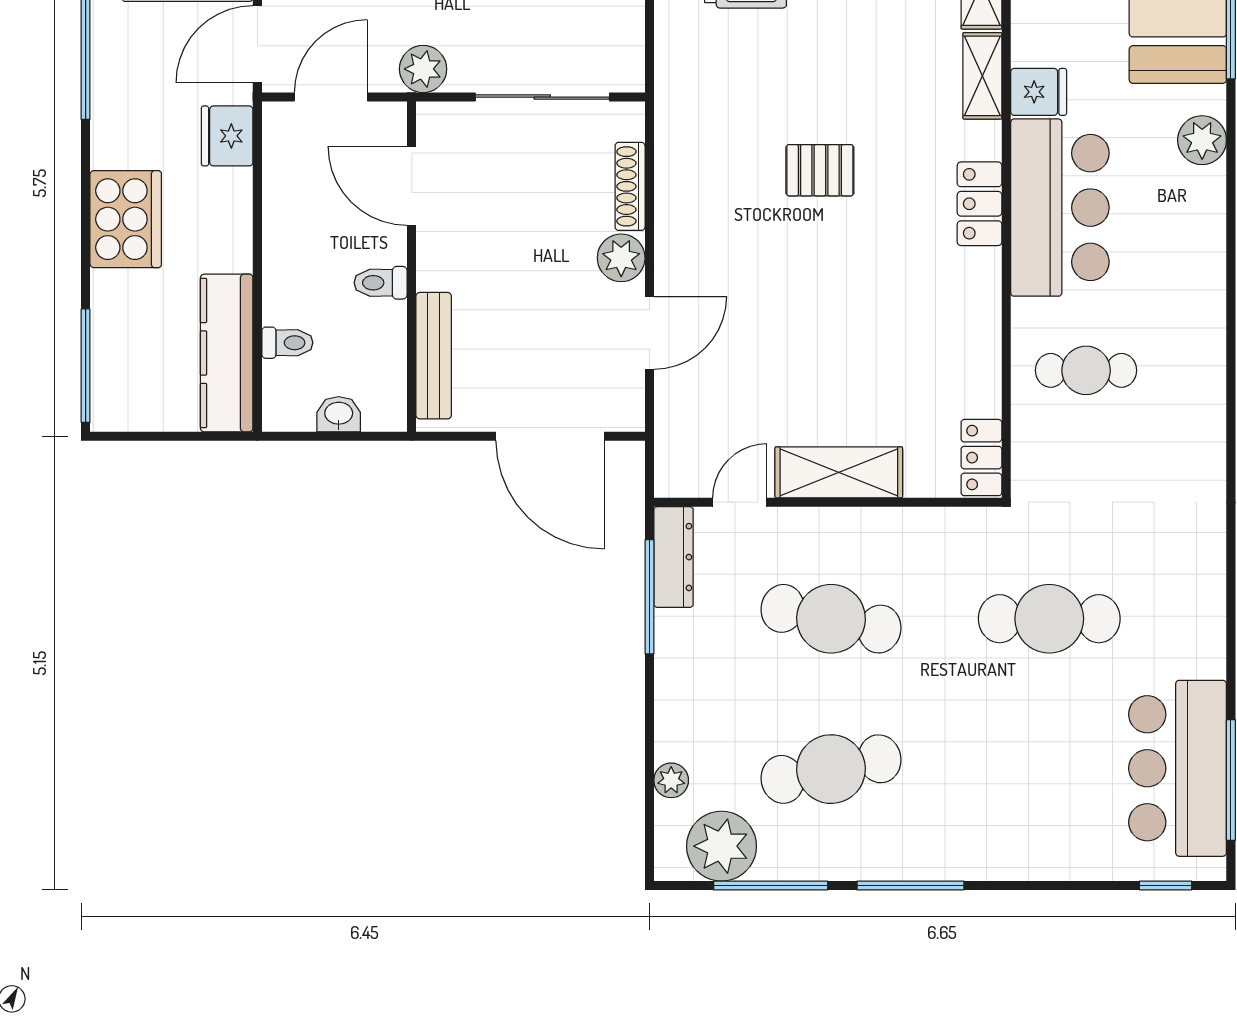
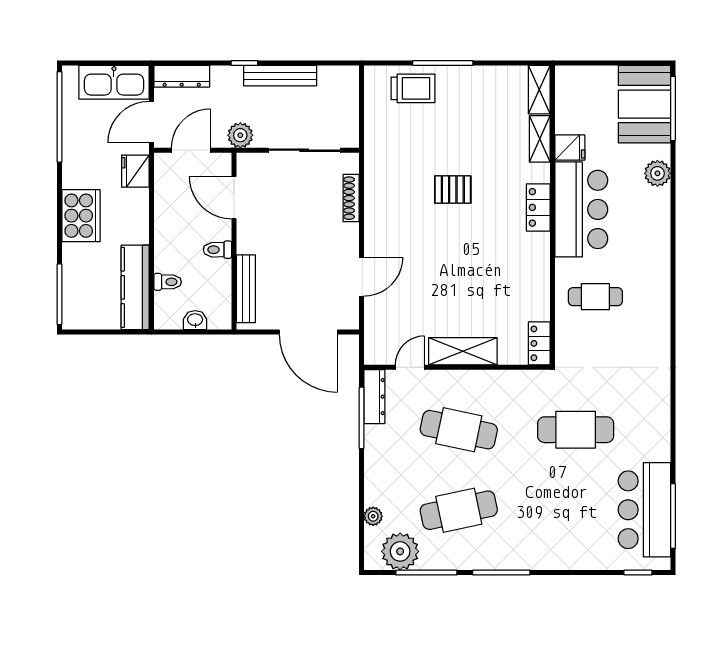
plant: (621, 258) -> (346, 236), removed

